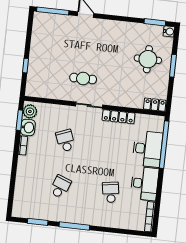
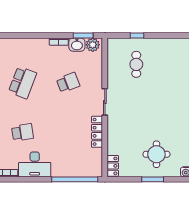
cafe table: (83, 79) -> (136, 64), moved
desk: (147, 149) -> (69, 164), removed
school desk: (60, 187) -> (22, 83), width x1.85

